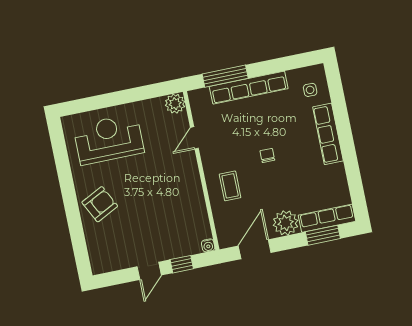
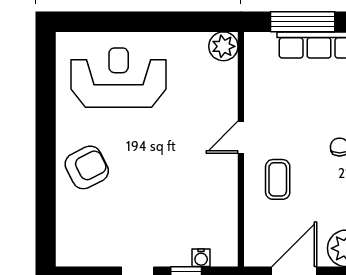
door: (194, 138) -> (241, 137), moved
water cooler: (208, 245) -> (201, 258), moved

